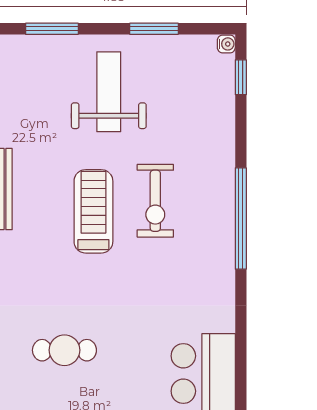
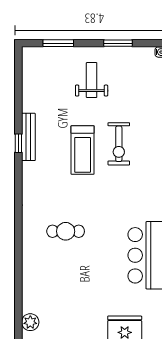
weight bench: (109, 92) -> (92, 80), width x0.73, depth x0.75
treadmill: (93, 211) -> (83, 150), turned 180

